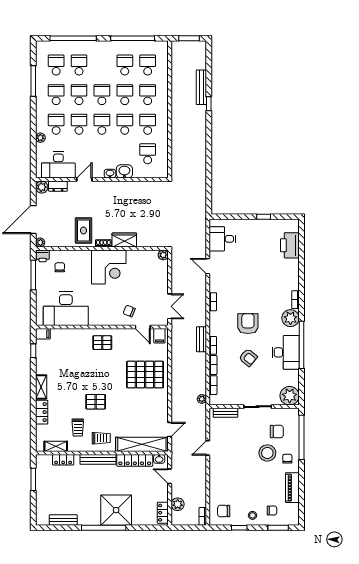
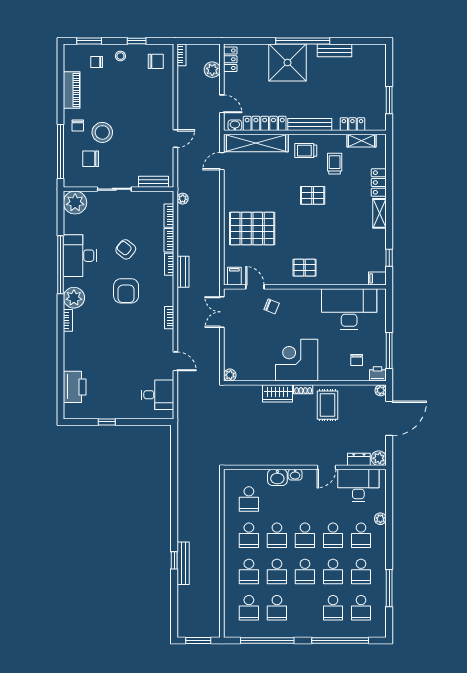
bench: (201, 87) -> (183, 563), moved
bench: (63, 520) -> (334, 50), moved

